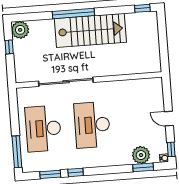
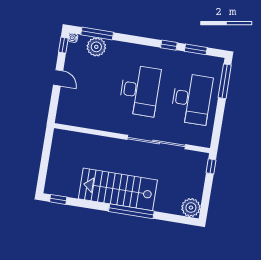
window: (9, 47) -> (211, 166), moved
window: (143, 167) -> (97, 33), width x1.44

